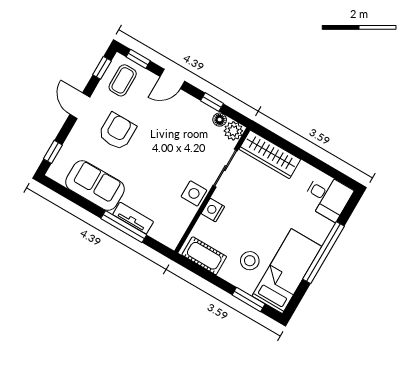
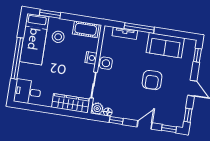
coffee table: (123, 80) -> (173, 113), removed
armchair: (117, 131) -> (152, 80), moved
tv unit: (133, 218) -> (125, 33), moved

